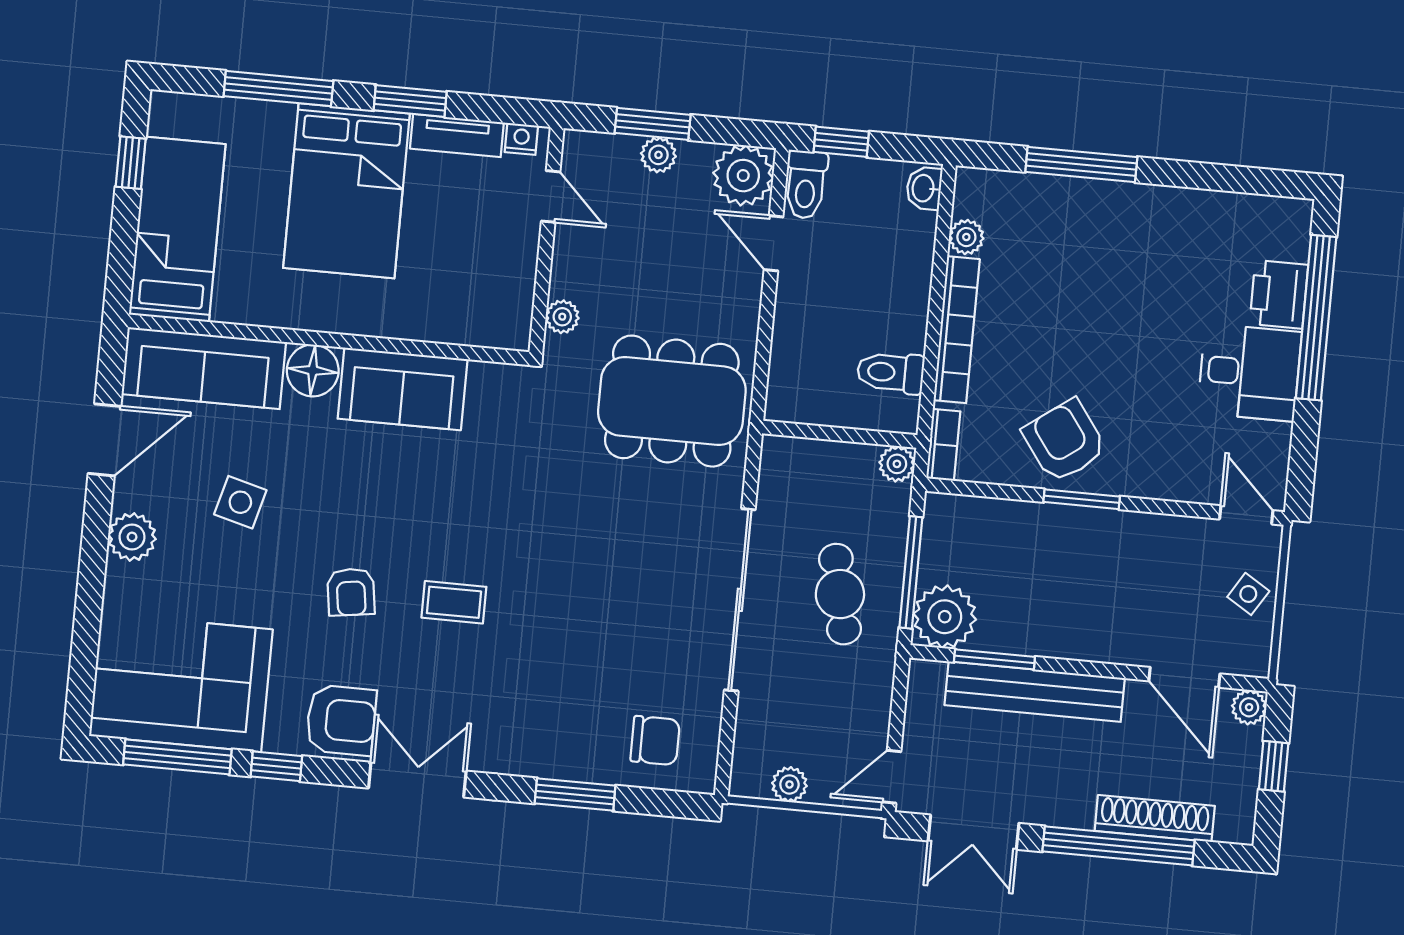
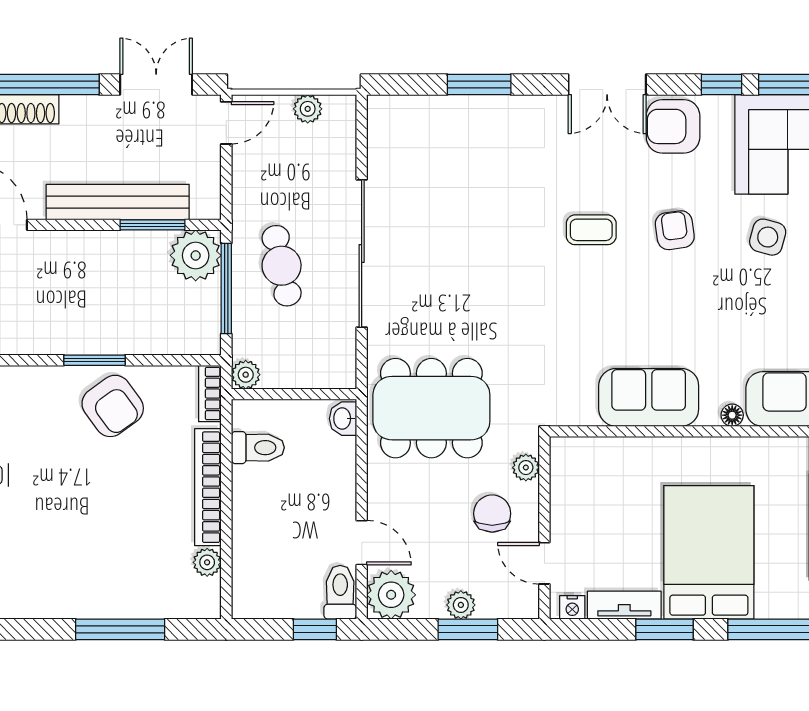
washbasin: (924, 188) -> (343, 419), moved, turned 180
floor lamp: (313, 370) -> (732, 415), width x0.53, depth x0.53
side table: (240, 502) -> (768, 237), moved
chair: (655, 741) -> (492, 514), moved, turned 90

